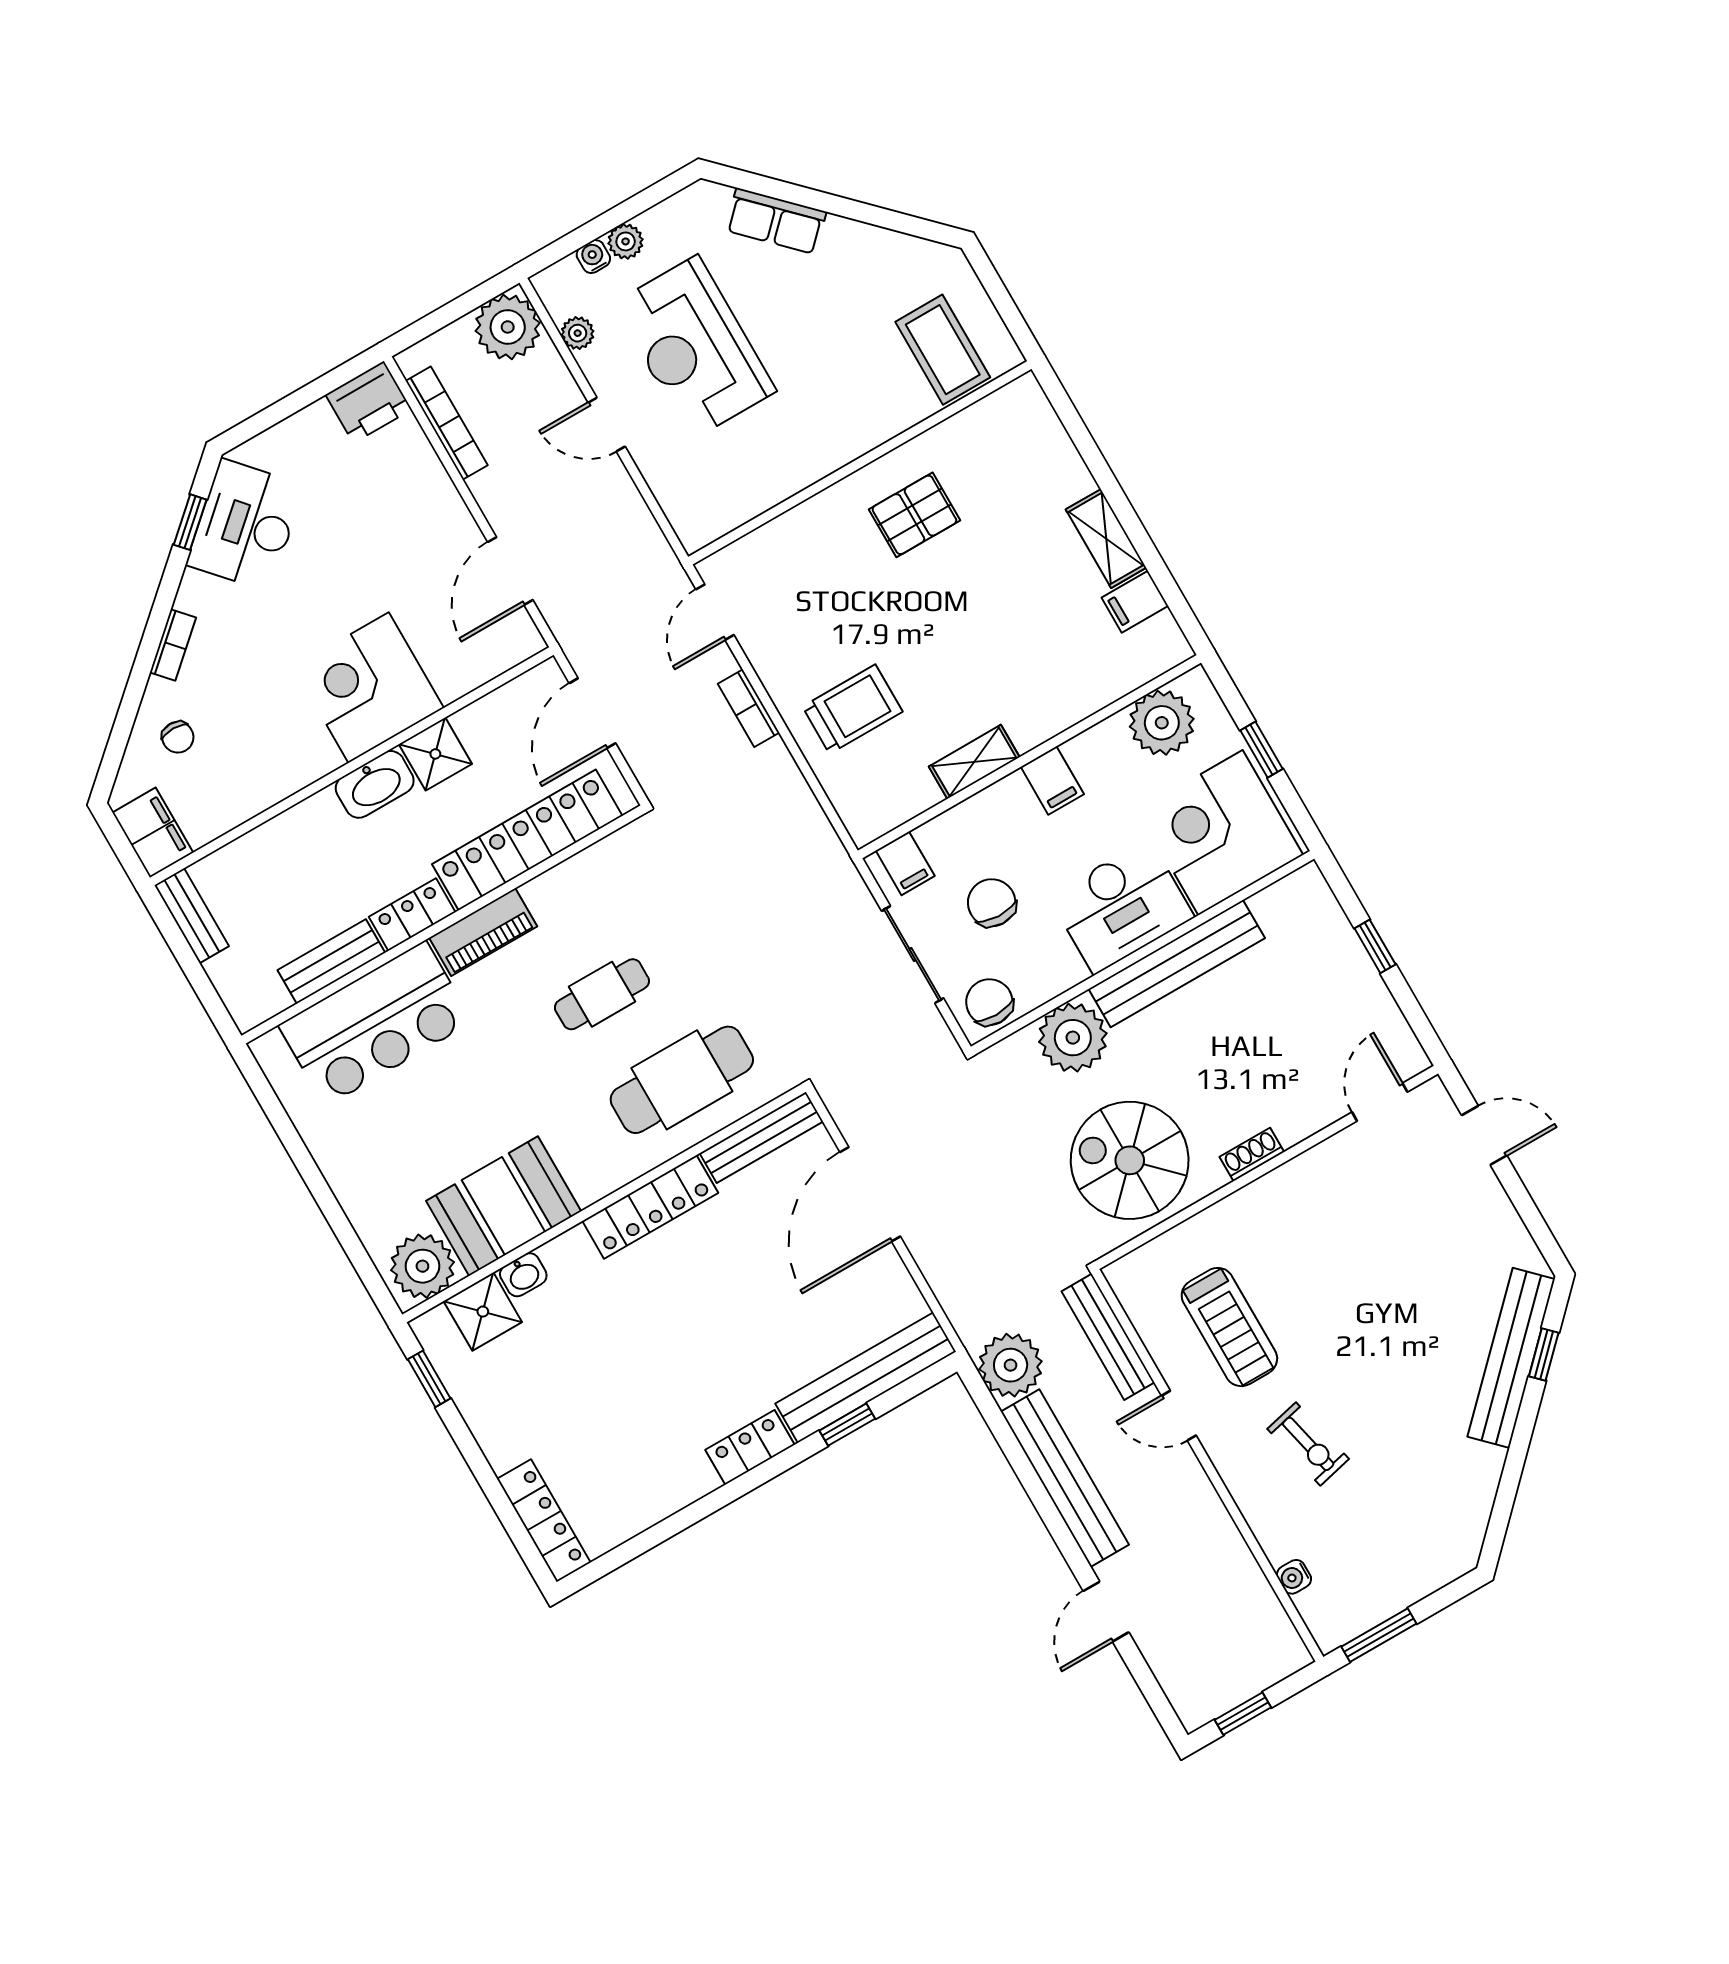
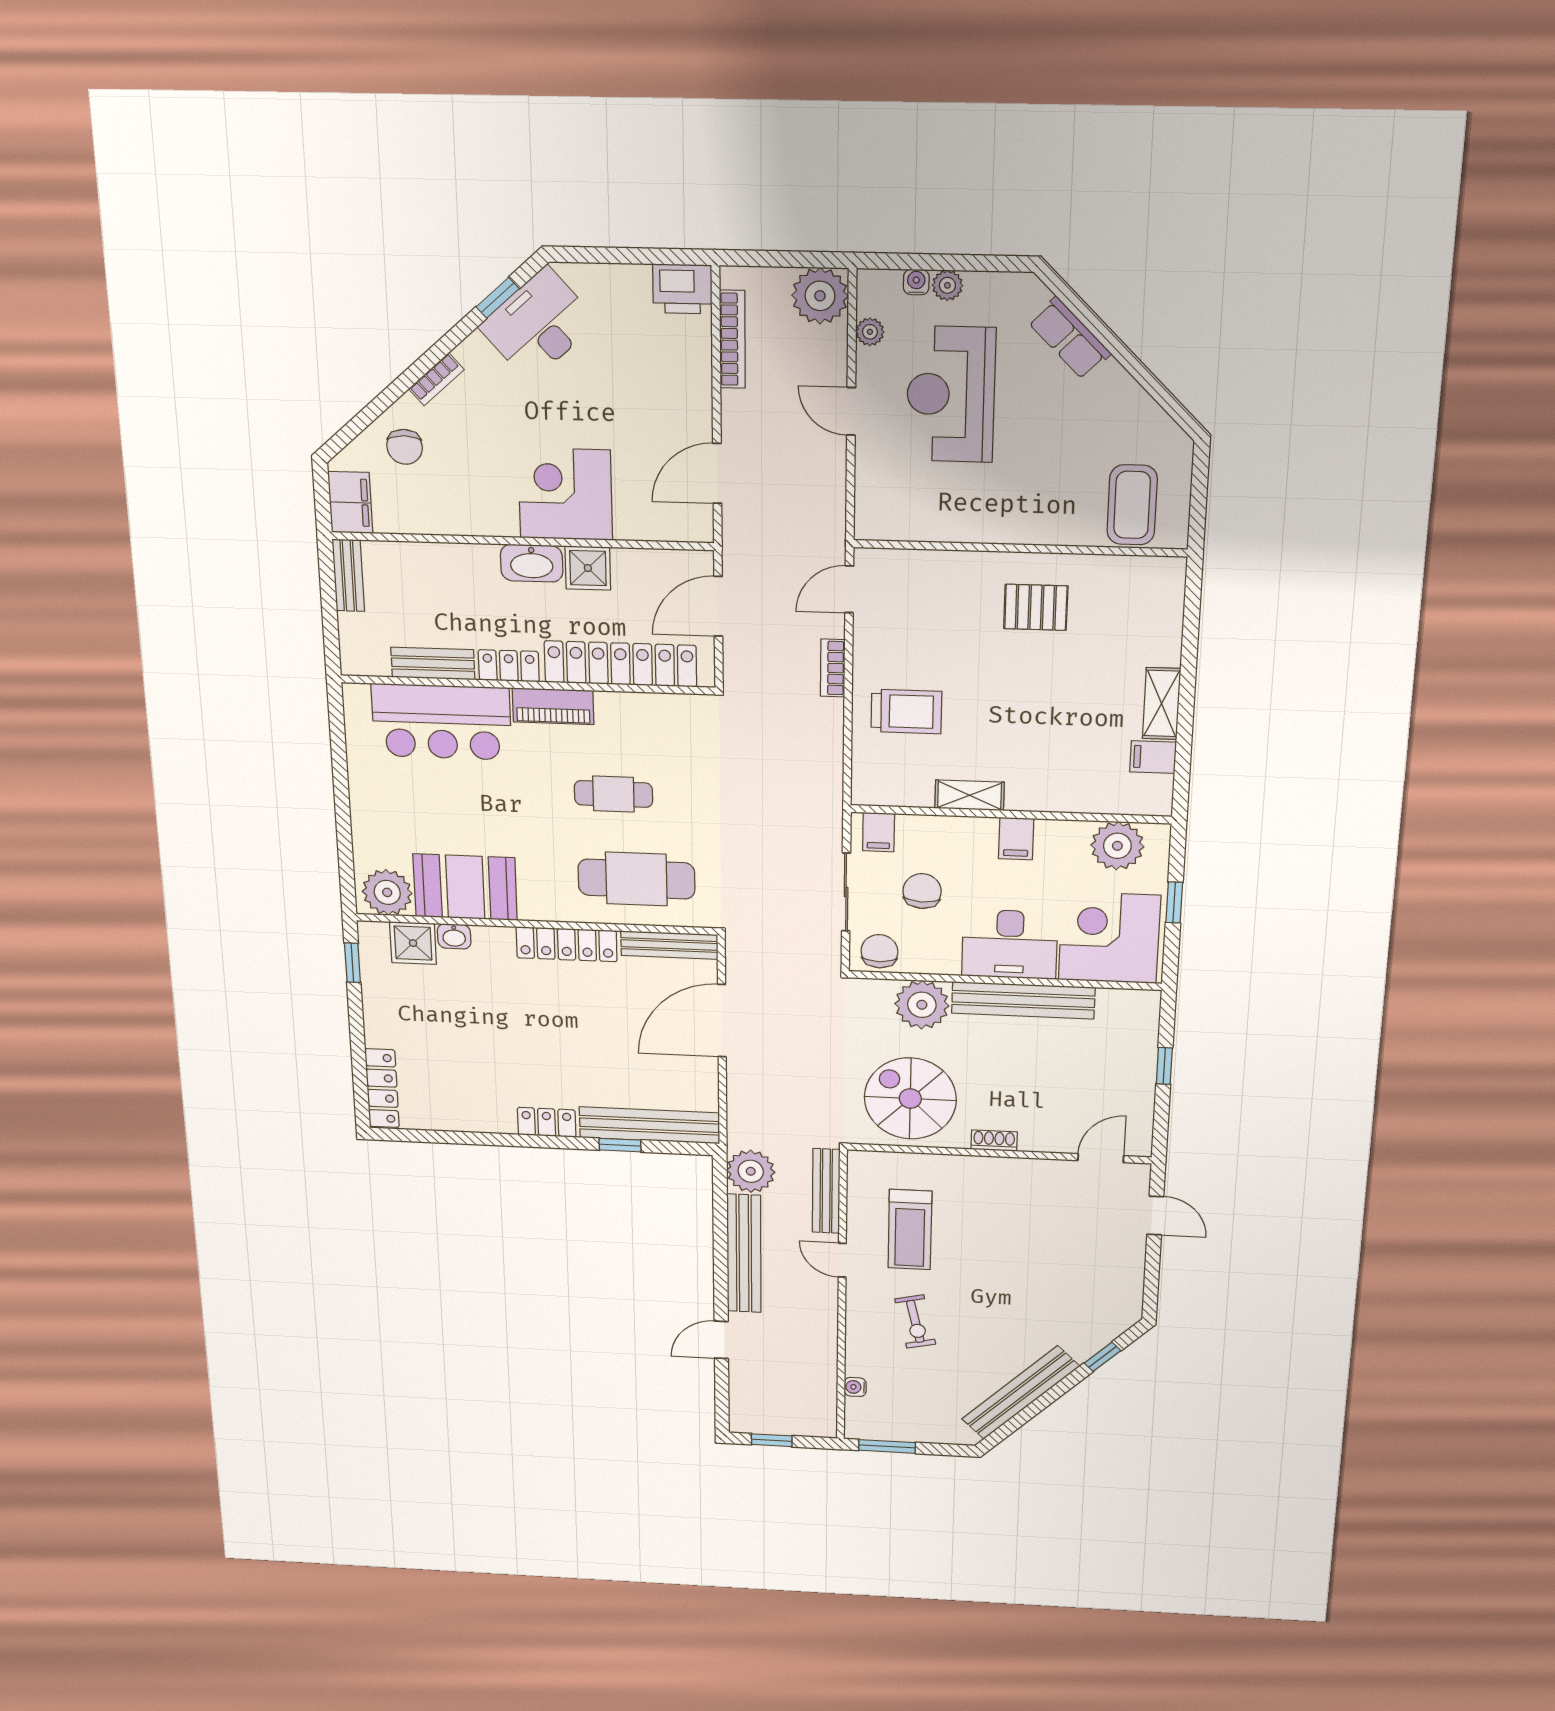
chair: (178, 737) -> (405, 447), width x1.37, depth x1.37
bench: (1511, 1358) -> (1020, 1393), moved

